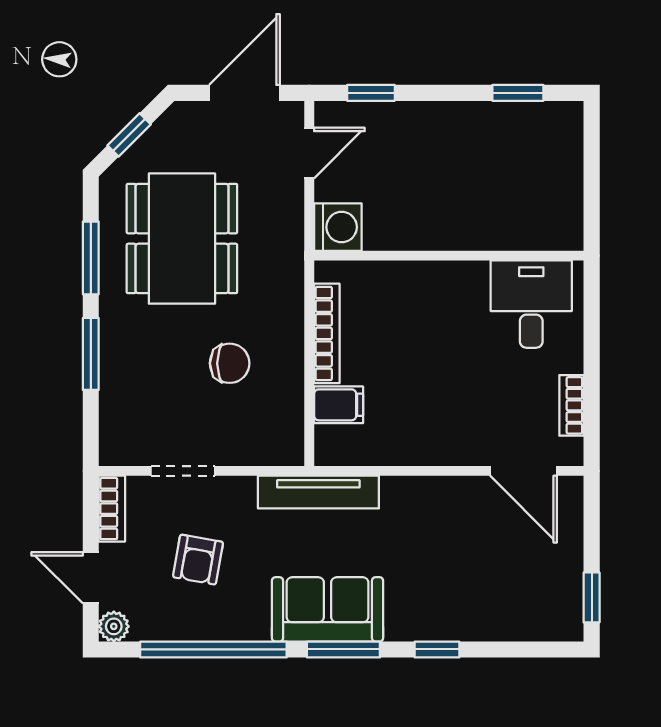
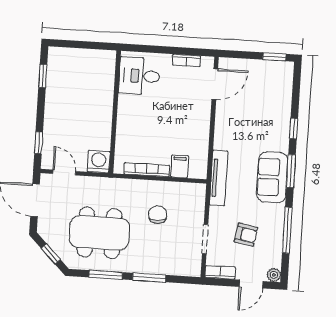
window: (213, 649) -> (287, 230), width x0.68

